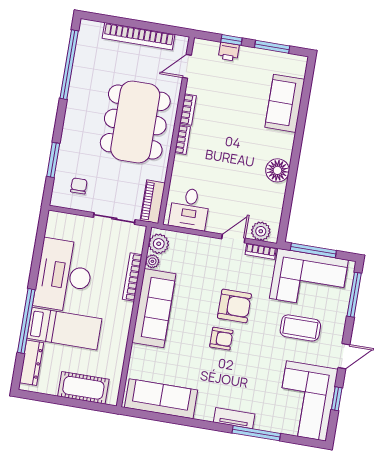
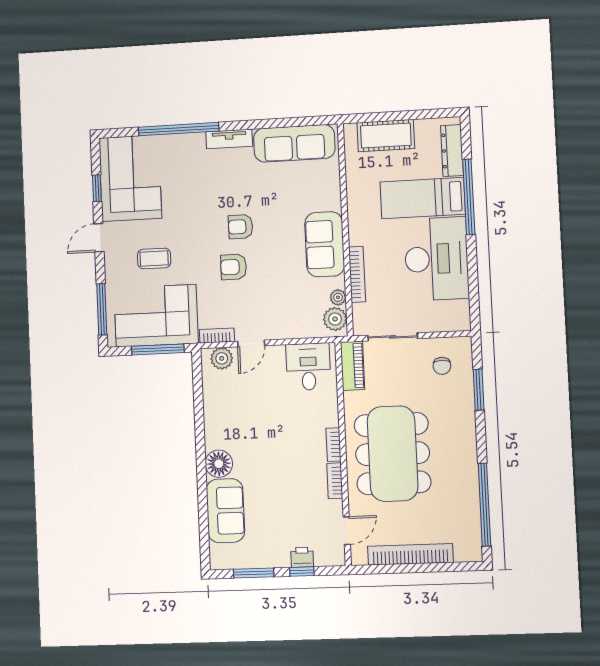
floor lamp: (277, 170) -> (219, 464), moved
armchair: (234, 306) -> (234, 267), width x0.72, depth x0.72
sofa: (154, 308) -> (325, 244), width x0.73
coffee table: (300, 328) -> (154, 258), width x0.73, depth x0.77
tv unit: (234, 418) -> (229, 139), moved
window: (256, 433) -> (179, 129), width x1.46

